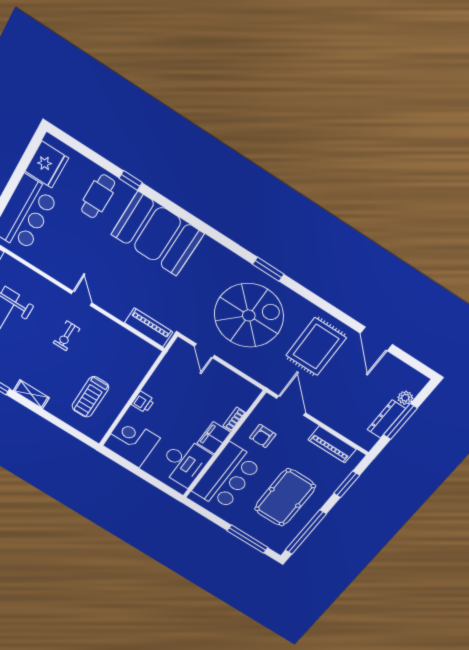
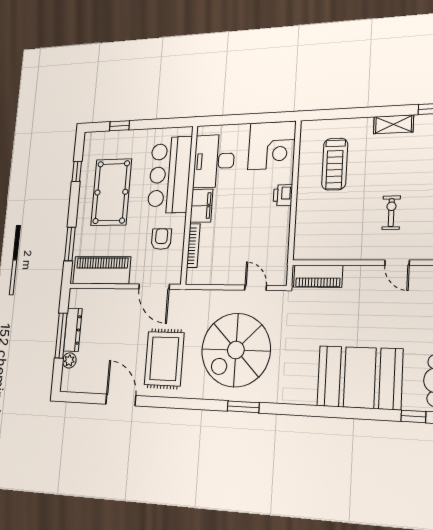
treadmill: (90, 397) -> (335, 164), turned 180
bookcase: (234, 419) -> (193, 246), width x1.56
piano: (332, 444) -> (102, 270), width x1.37, depth x1.33
window: (306, 532) -> (77, 171), width x0.32
window: (248, 539) -> (119, 126), width x0.46

